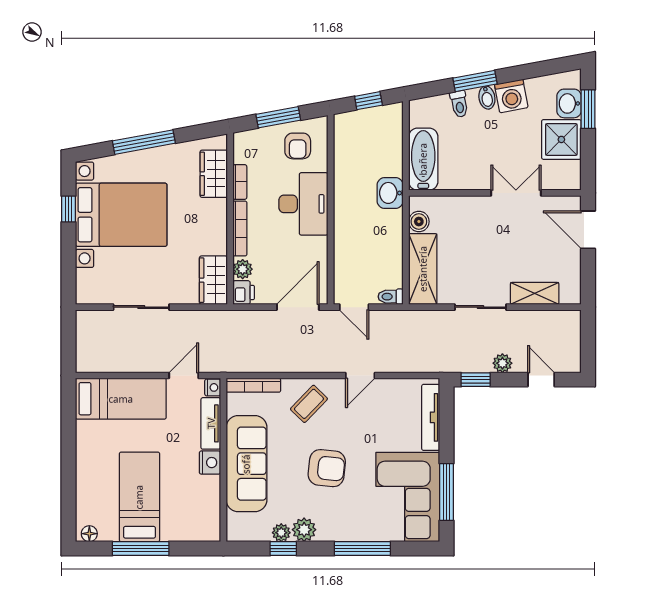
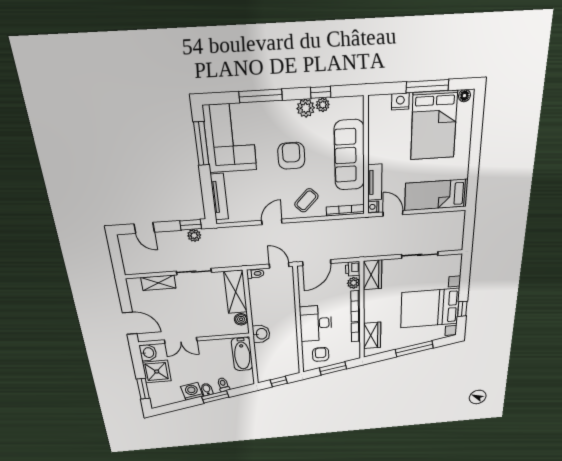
washbasin: (569, 103) -> (148, 353), moved
plant: (502, 363) -> (194, 235), moved
door: (184, 375) -> (393, 213), swing flipped
nightstand: (210, 463) -> (400, 101), moved, turned 90
armchair: (327, 468) -> (291, 156), turned 84
bed: (139, 497) -> (434, 126), width x1.50

